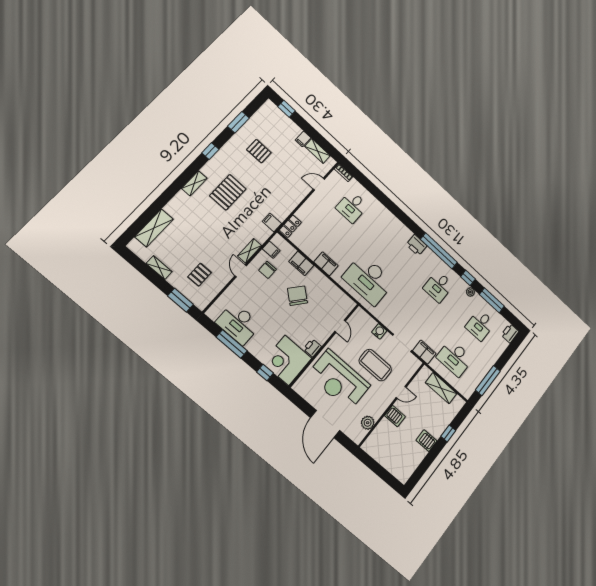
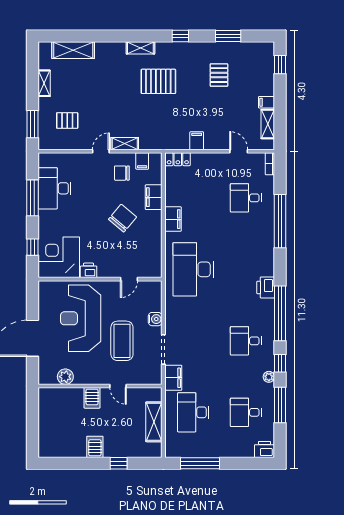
window: (384, 200) -> (280, 221), added
filing cabinet: (272, 222) -> (197, 141), moved

